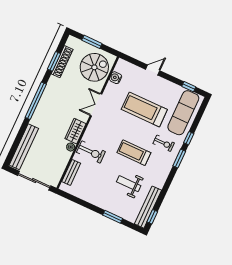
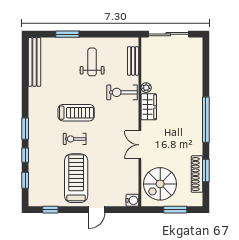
water cooler: (116, 78) -> (132, 200), moved
double door: (96, 105) -> (140, 145), swing flipped
treadmill: (144, 109) -> (76, 178), moved, turned -90
exercise mat: (183, 113) -> (43, 179), removed
exercise bike: (164, 143) -> (75, 139), moved
bench: (24, 147) -> (196, 65), removed
weight bench: (129, 184) -> (92, 62), moved, turned -90
window: (152, 217) -> (25, 180), moved

